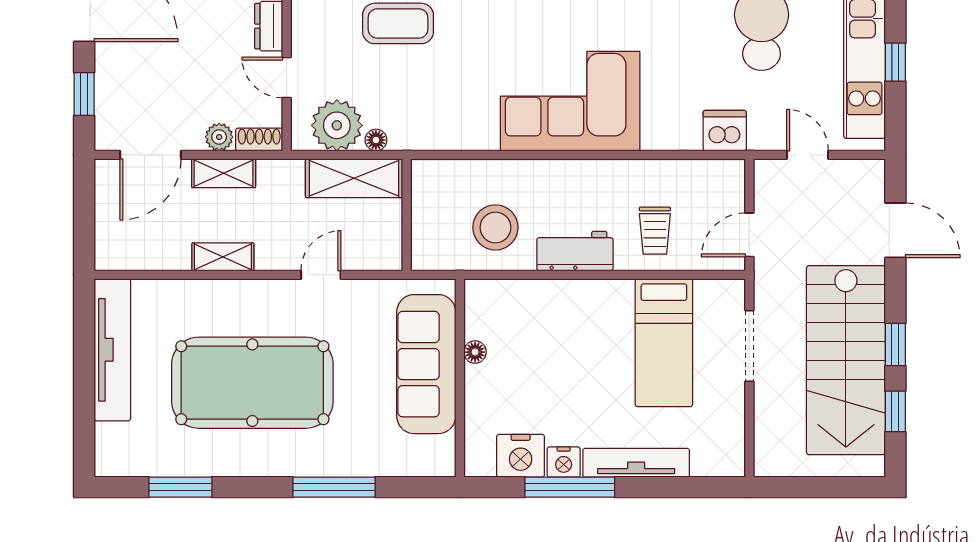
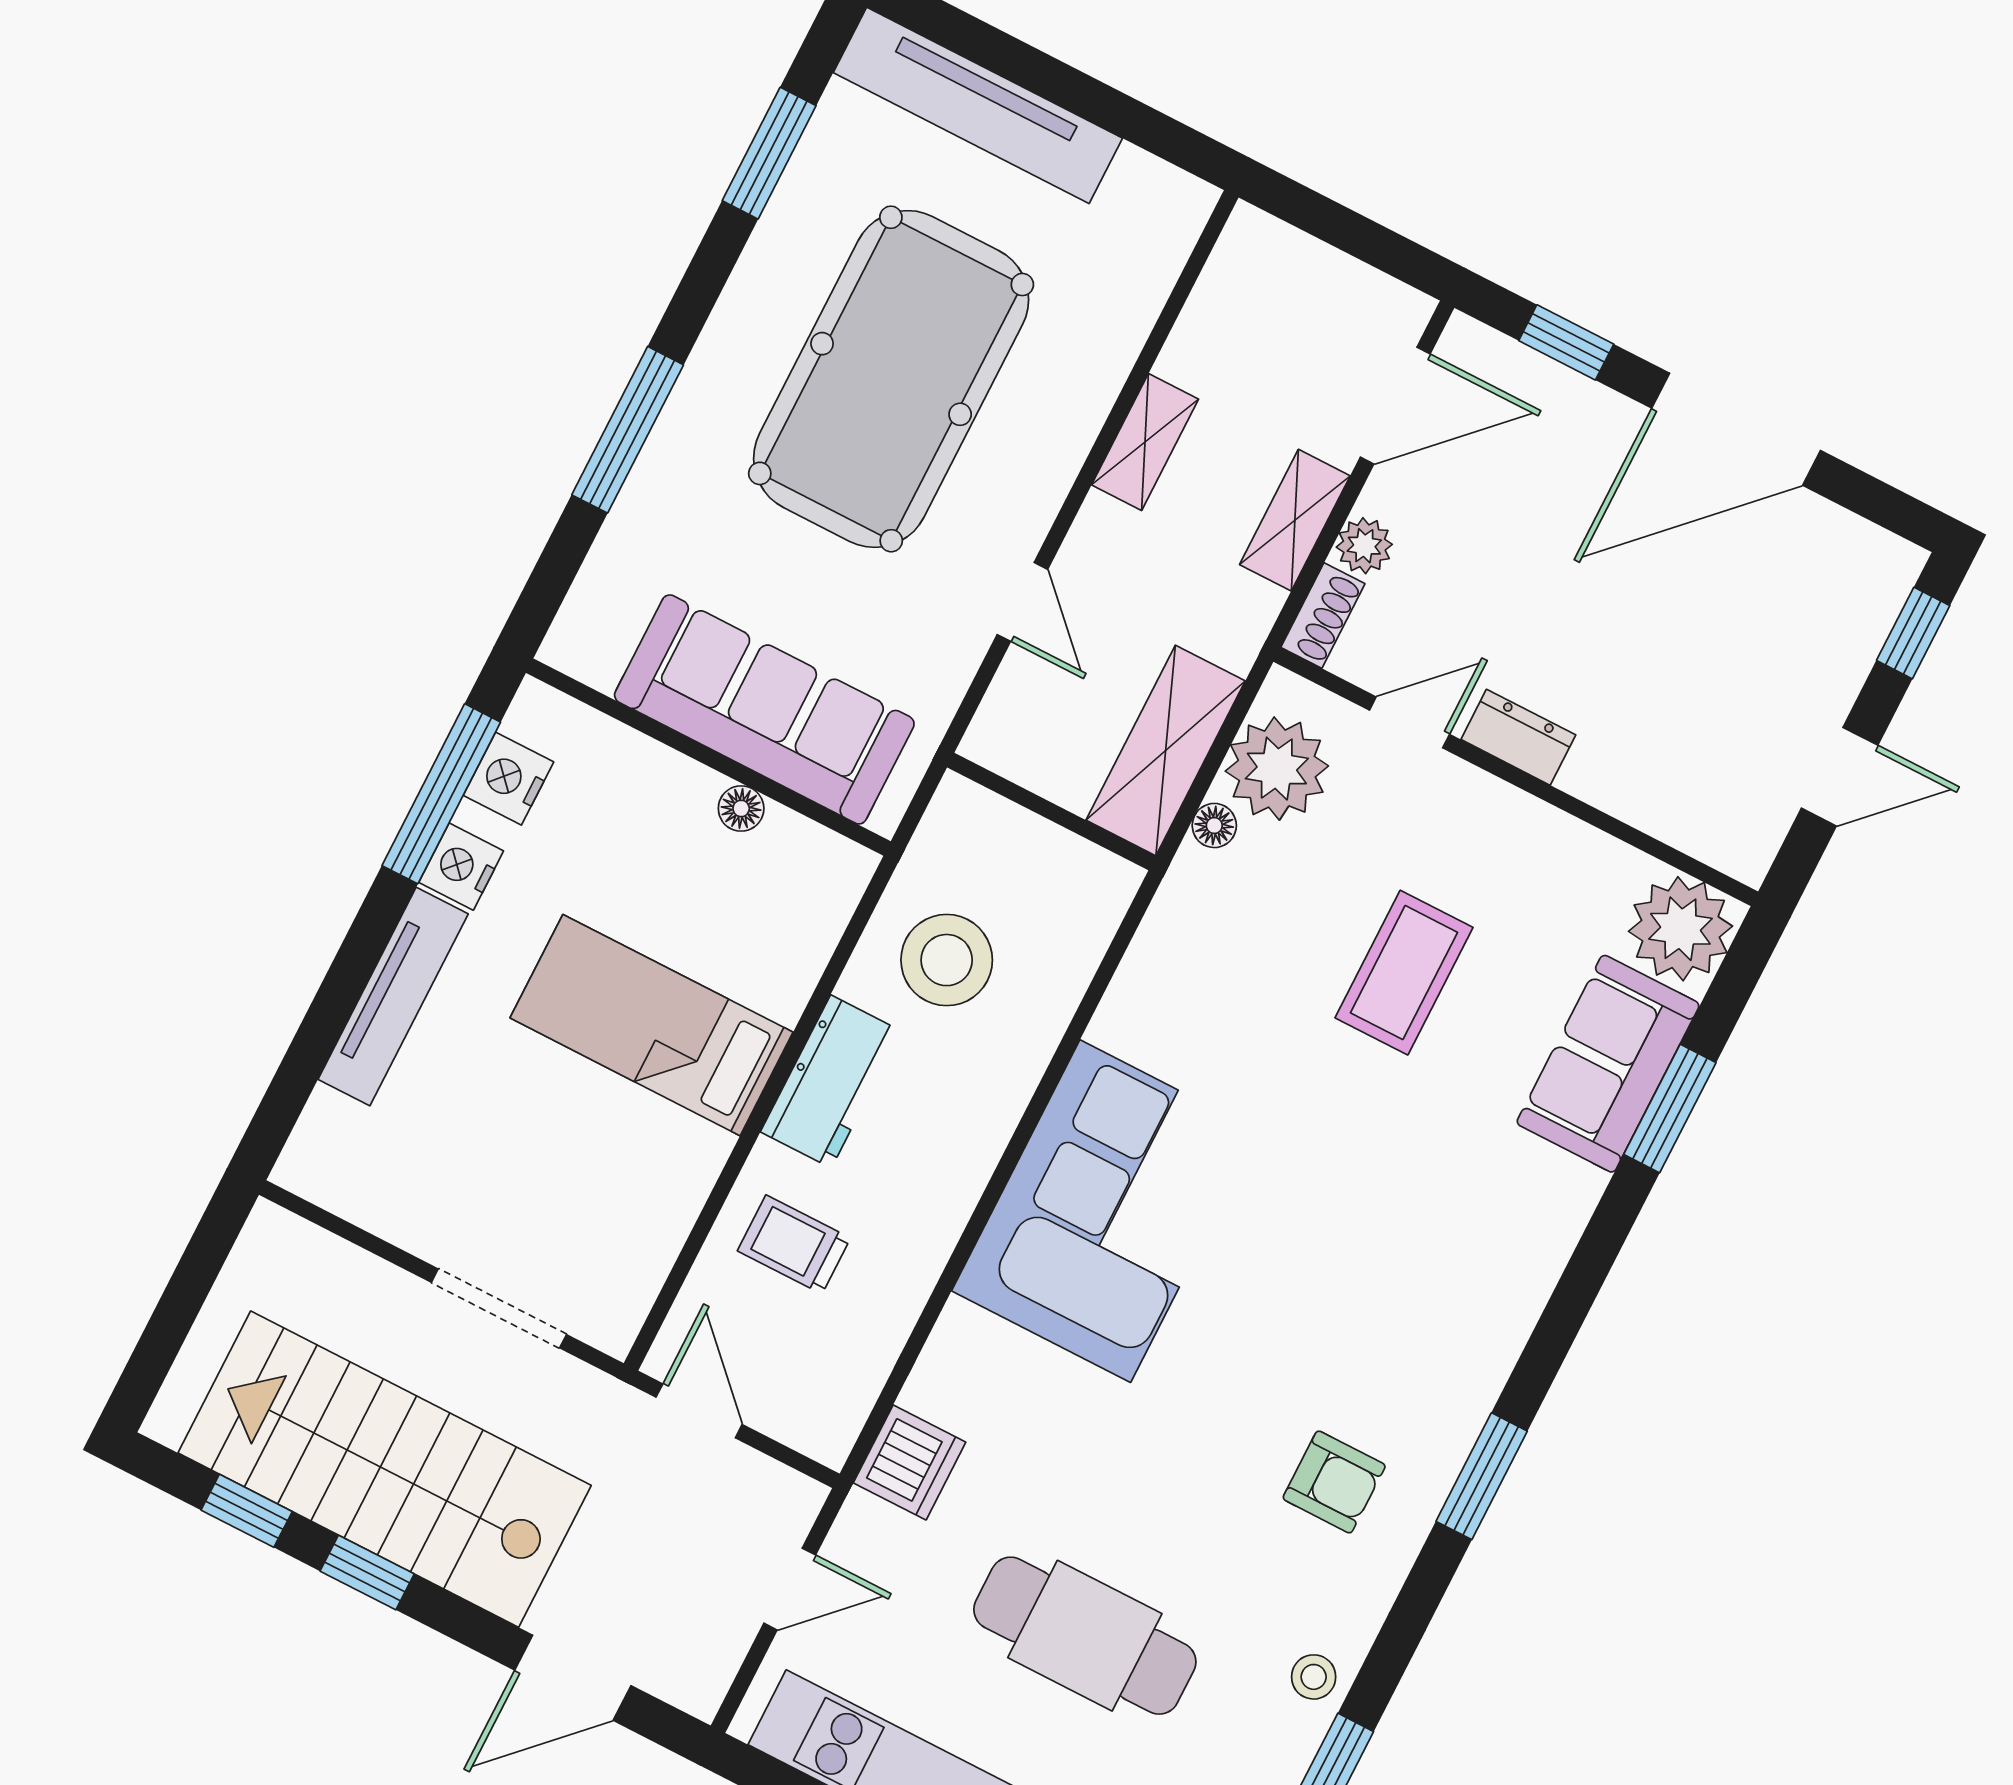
door: (150, 155) -> (1395, 406), swing flipped
bed: (664, 343) -> (652, 1025), moved
tv unit: (112, 350) -> (978, 105), moved
nightstand: (521, 456) -> (509, 779), width x0.74, depth x0.75
window: (570, 487) -> (441, 794), moved

